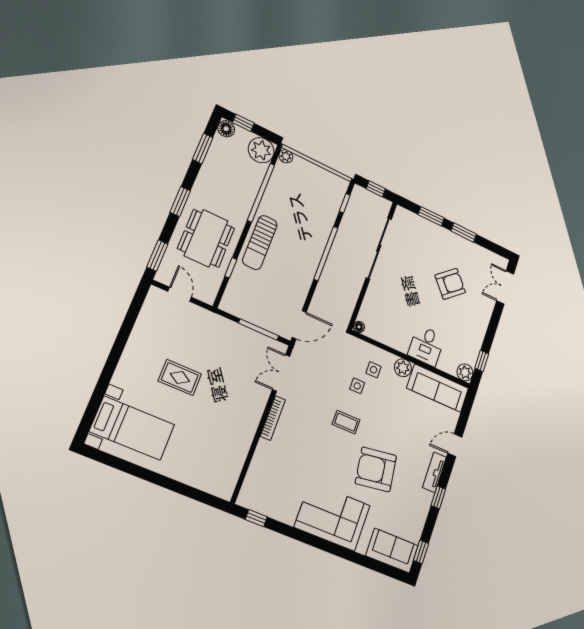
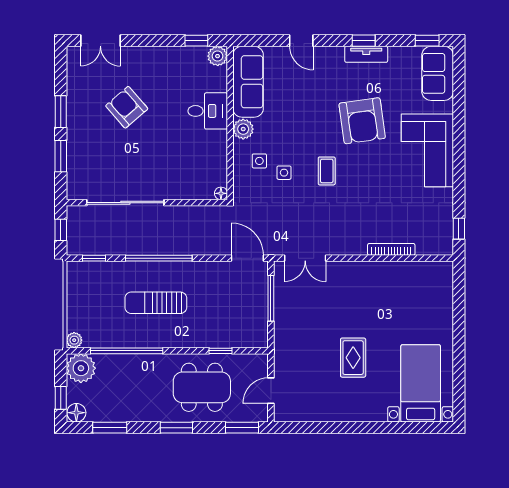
sun lounger: (260, 242) -> (156, 303), moved, turned 180
bookcase: (273, 418) -> (391, 249), moved
tv unit: (434, 472) -> (366, 54), moved

